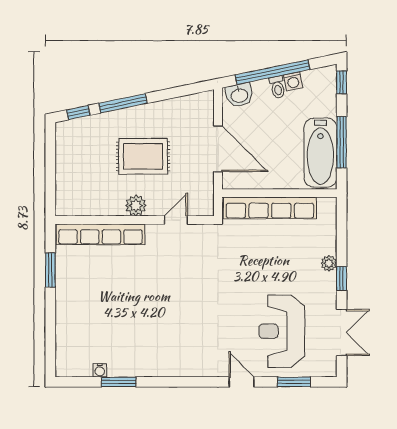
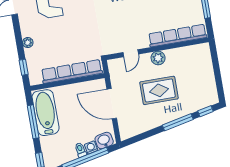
washing machine: (293, 81) -> (91, 147), moved
window: (342, 278) -> (24, 67), moved

